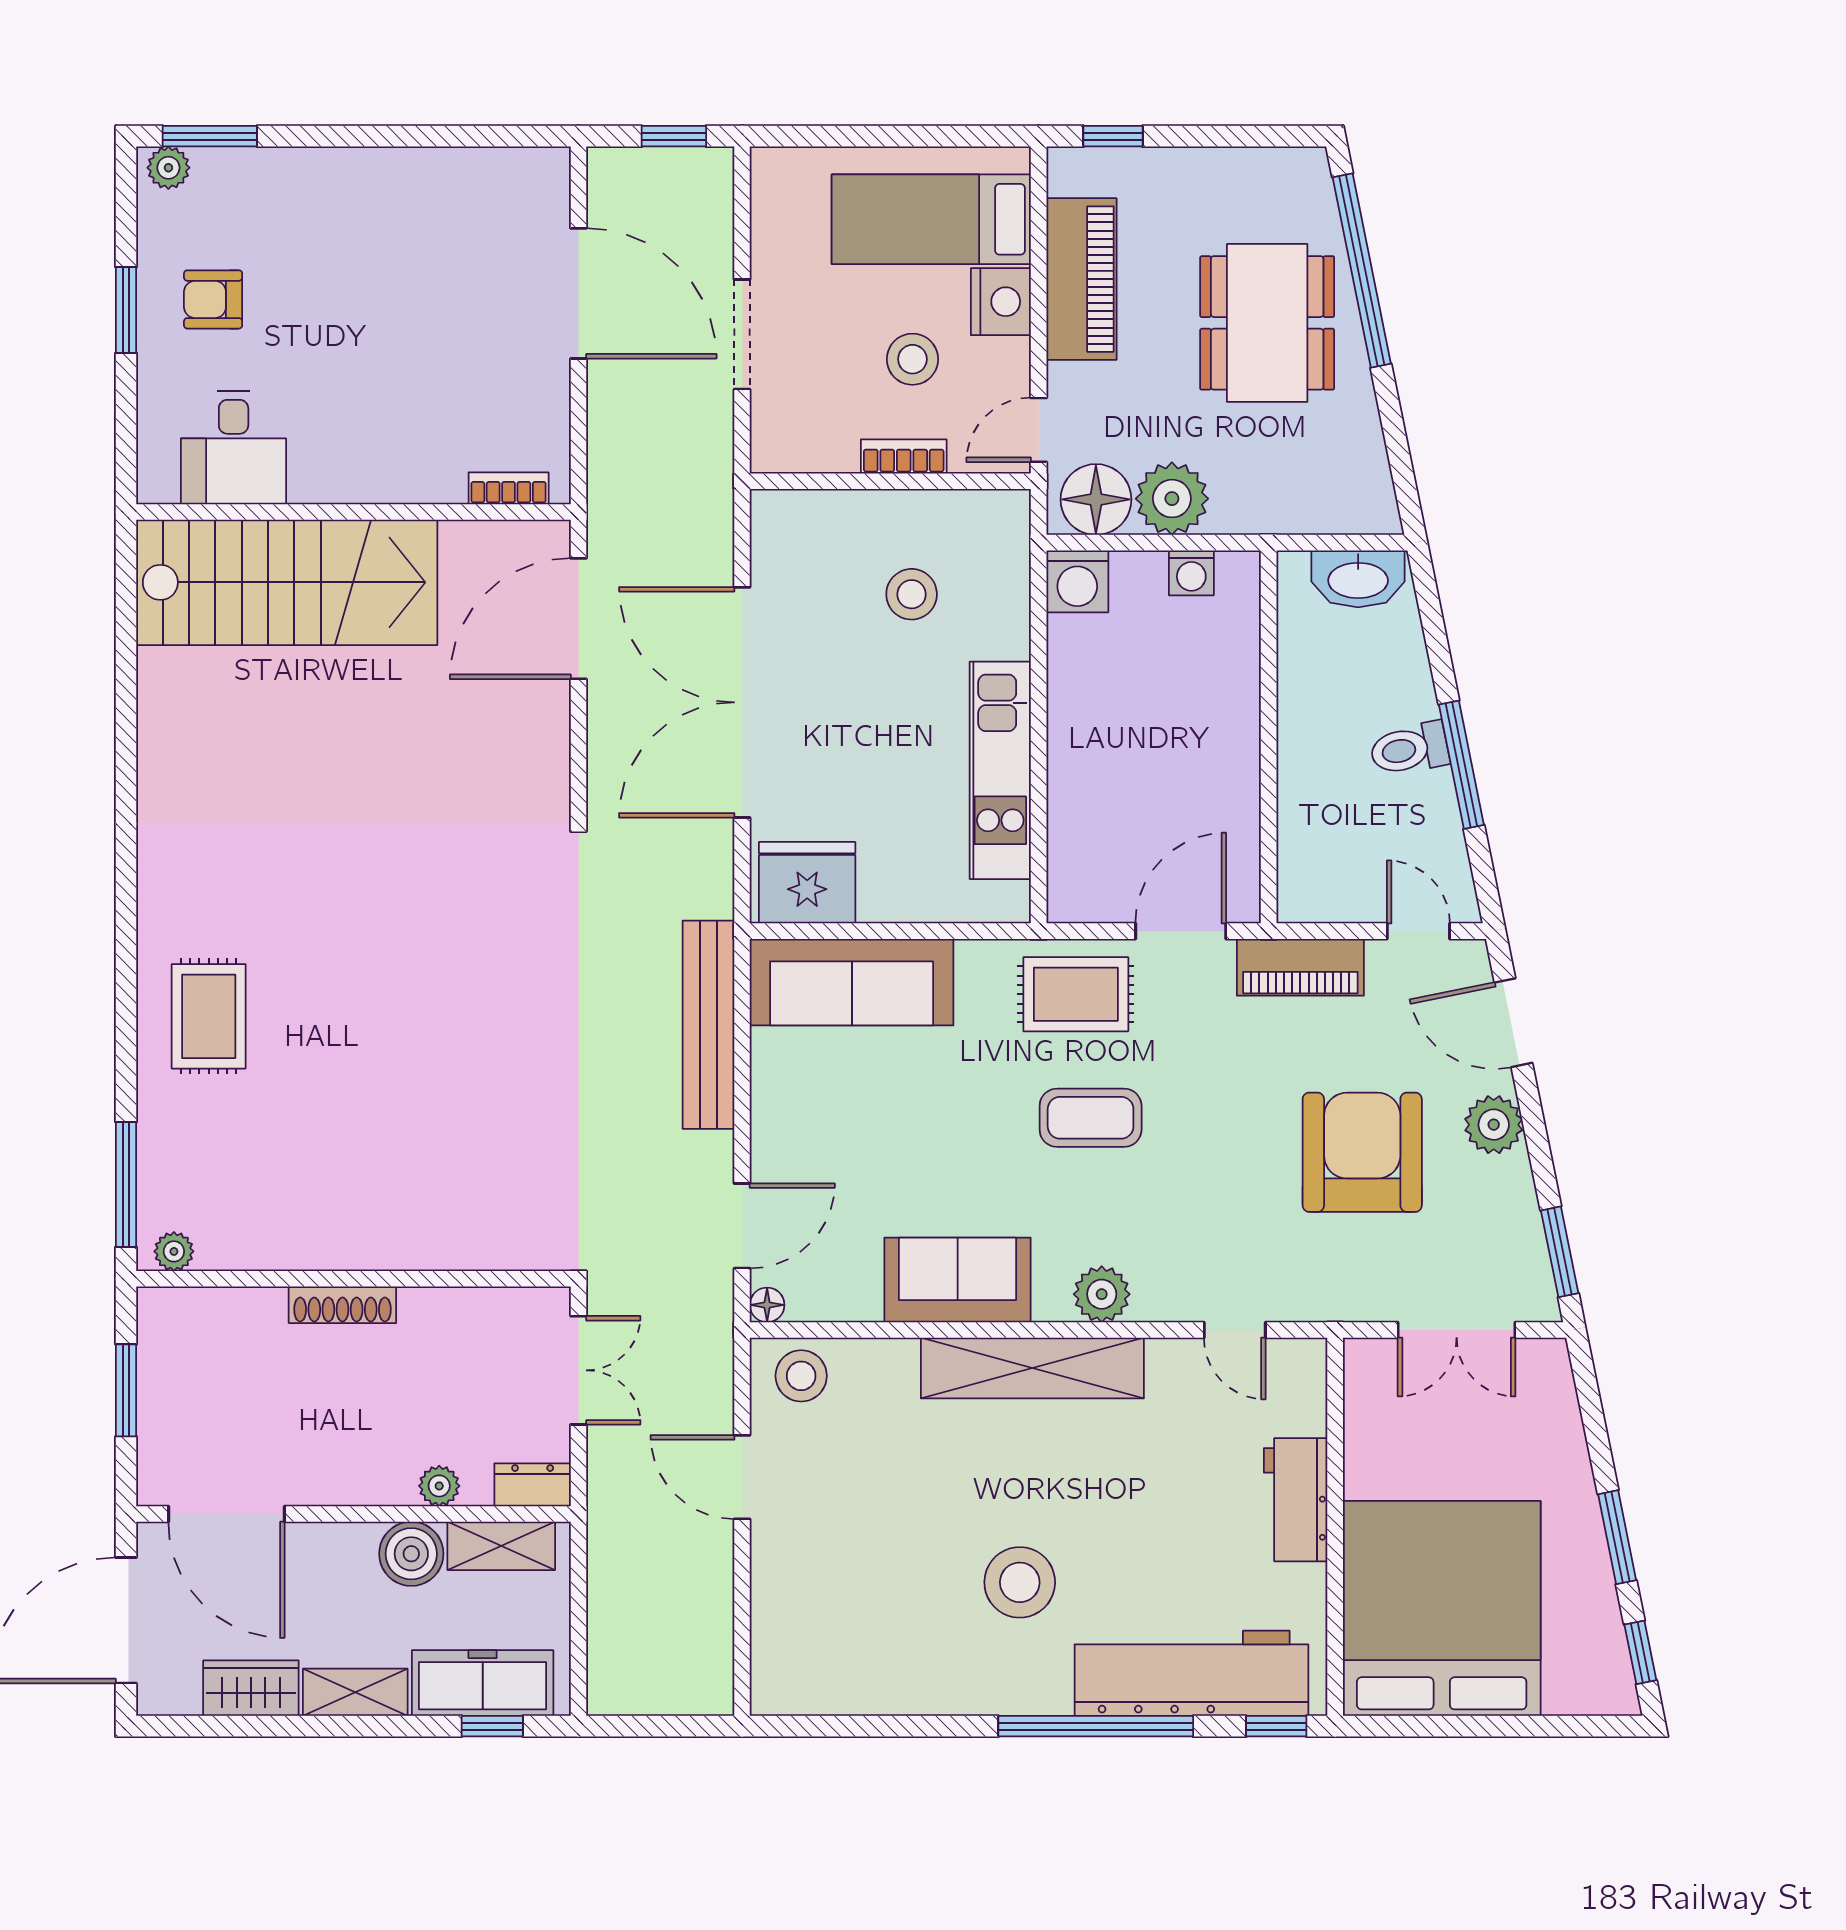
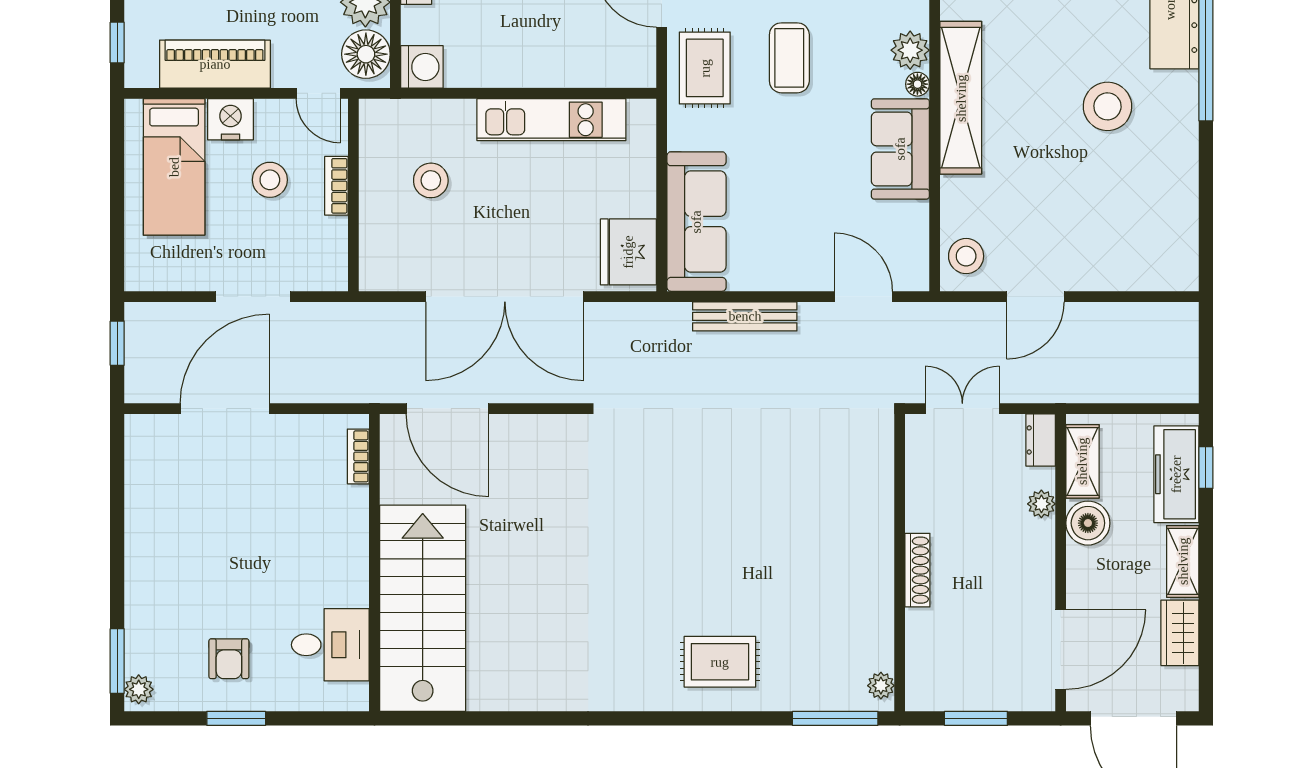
bench: (708, 1025) -> (745, 316), width x0.73, depth x0.82
floor lamp: (767, 1305) -> (917, 84), moved

